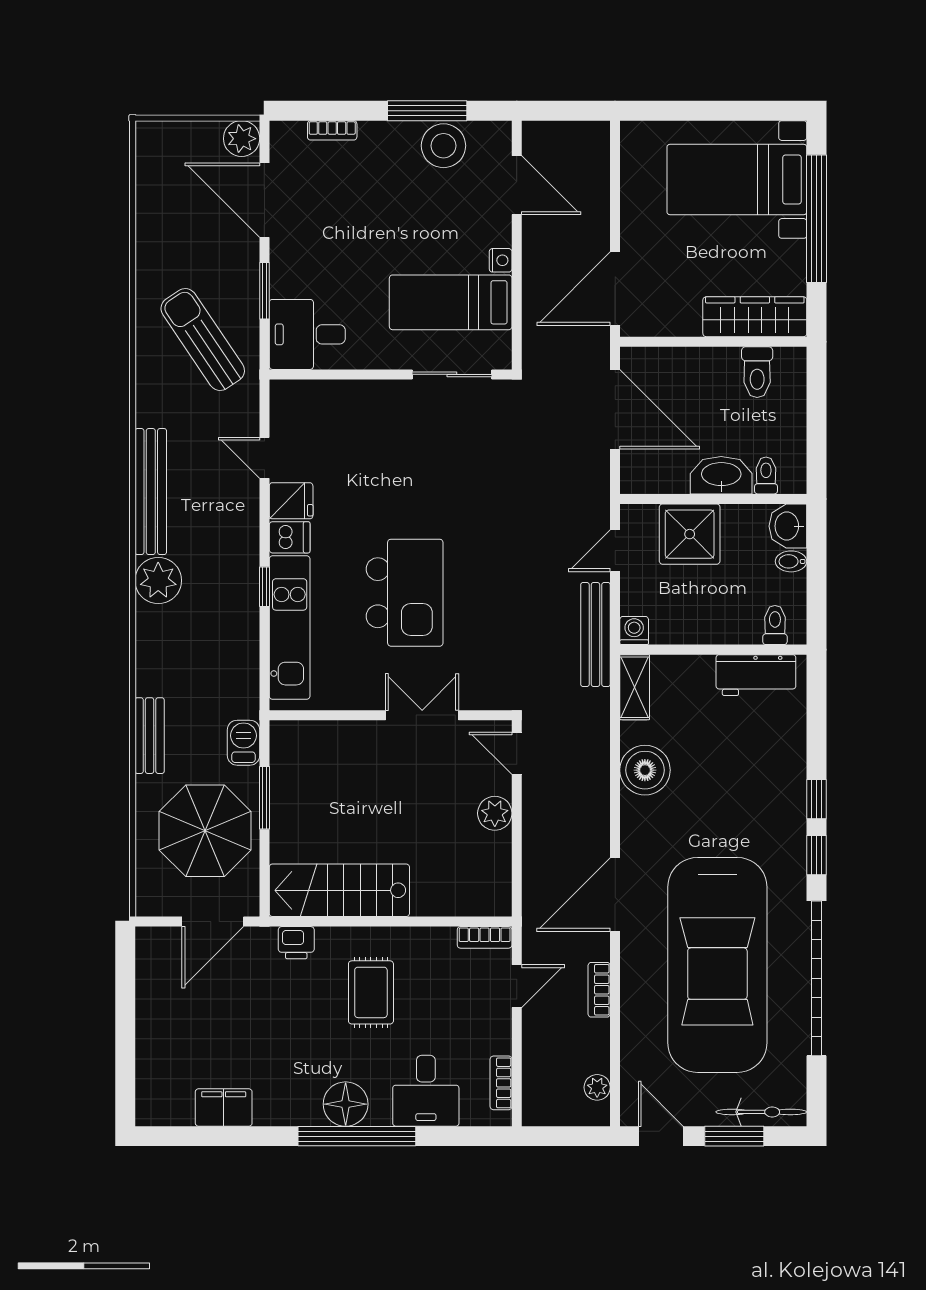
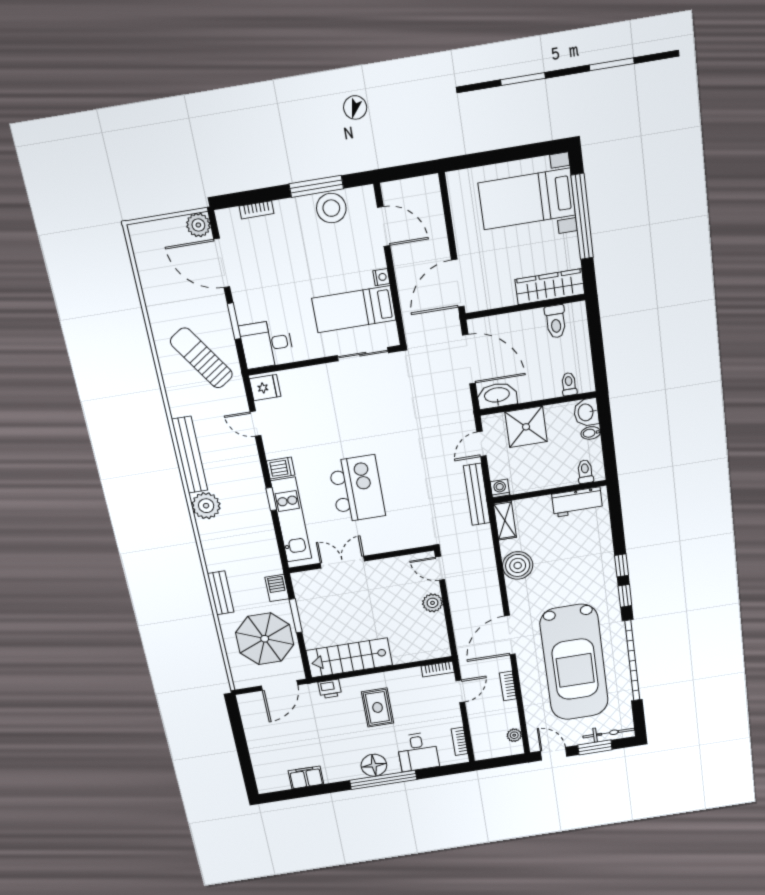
washbasin: (721, 475) -> (497, 396), moved
fridge: (291, 501) -> (265, 388), moved
double door: (422, 715) -> (342, 562), moved

